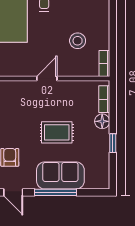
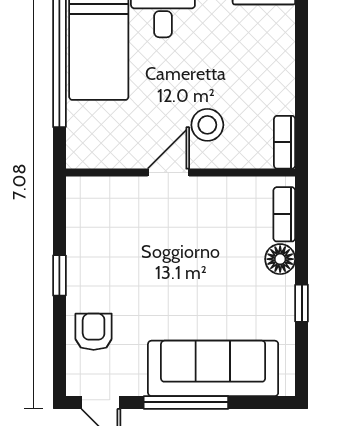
stool: (78, 41) -> (207, 125), moved
rug: (57, 132) -> (188, 281), removed
sofa: (60, 176) -> (213, 368), width x1.36

